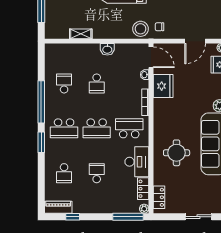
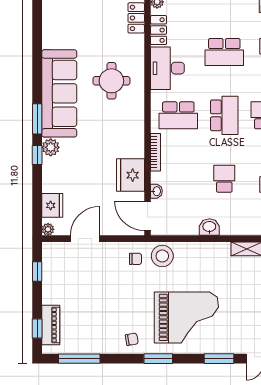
school desk: (97, 128) -> (224, 115), turned 90
school desk: (97, 173) -> (224, 52), width x1.85

